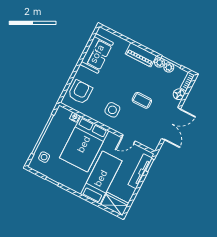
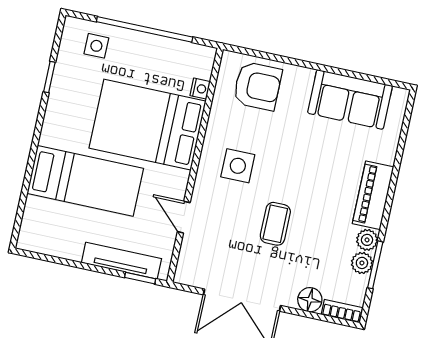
wardrobe: (115, 204) -> (36, 225), removed

